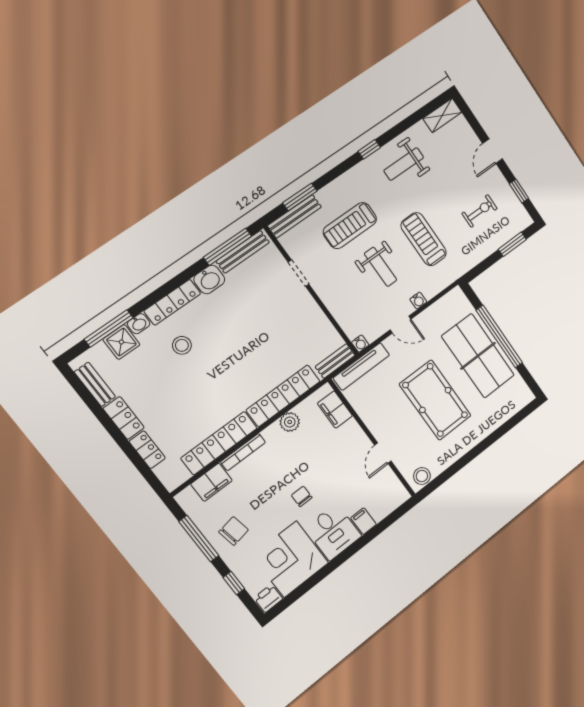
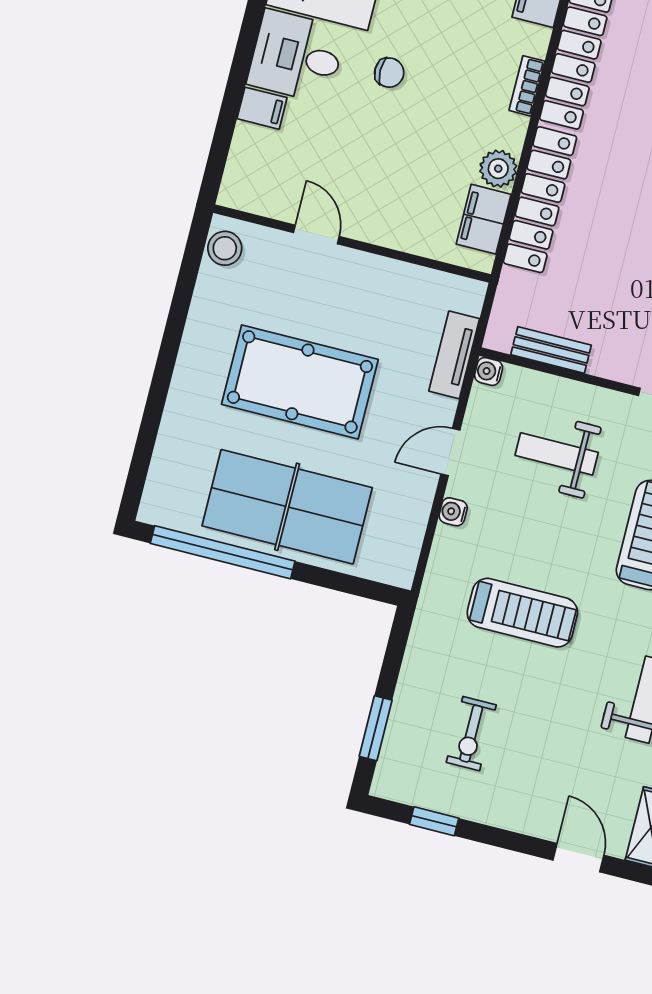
door: (493, 151) -> (578, 858), moved
weight bench: (381, 267) -> (557, 454), moved
window: (499, 337) -> (223, 552), moved
bench: (335, 361) -> (551, 350), moved, turned 90
tv unit: (361, 367) -> (454, 355), width x0.71
filing cabinet: (335, 410) -> (484, 219), moved, turned -90
bookcase: (243, 452) -> (527, 86), width x0.64

